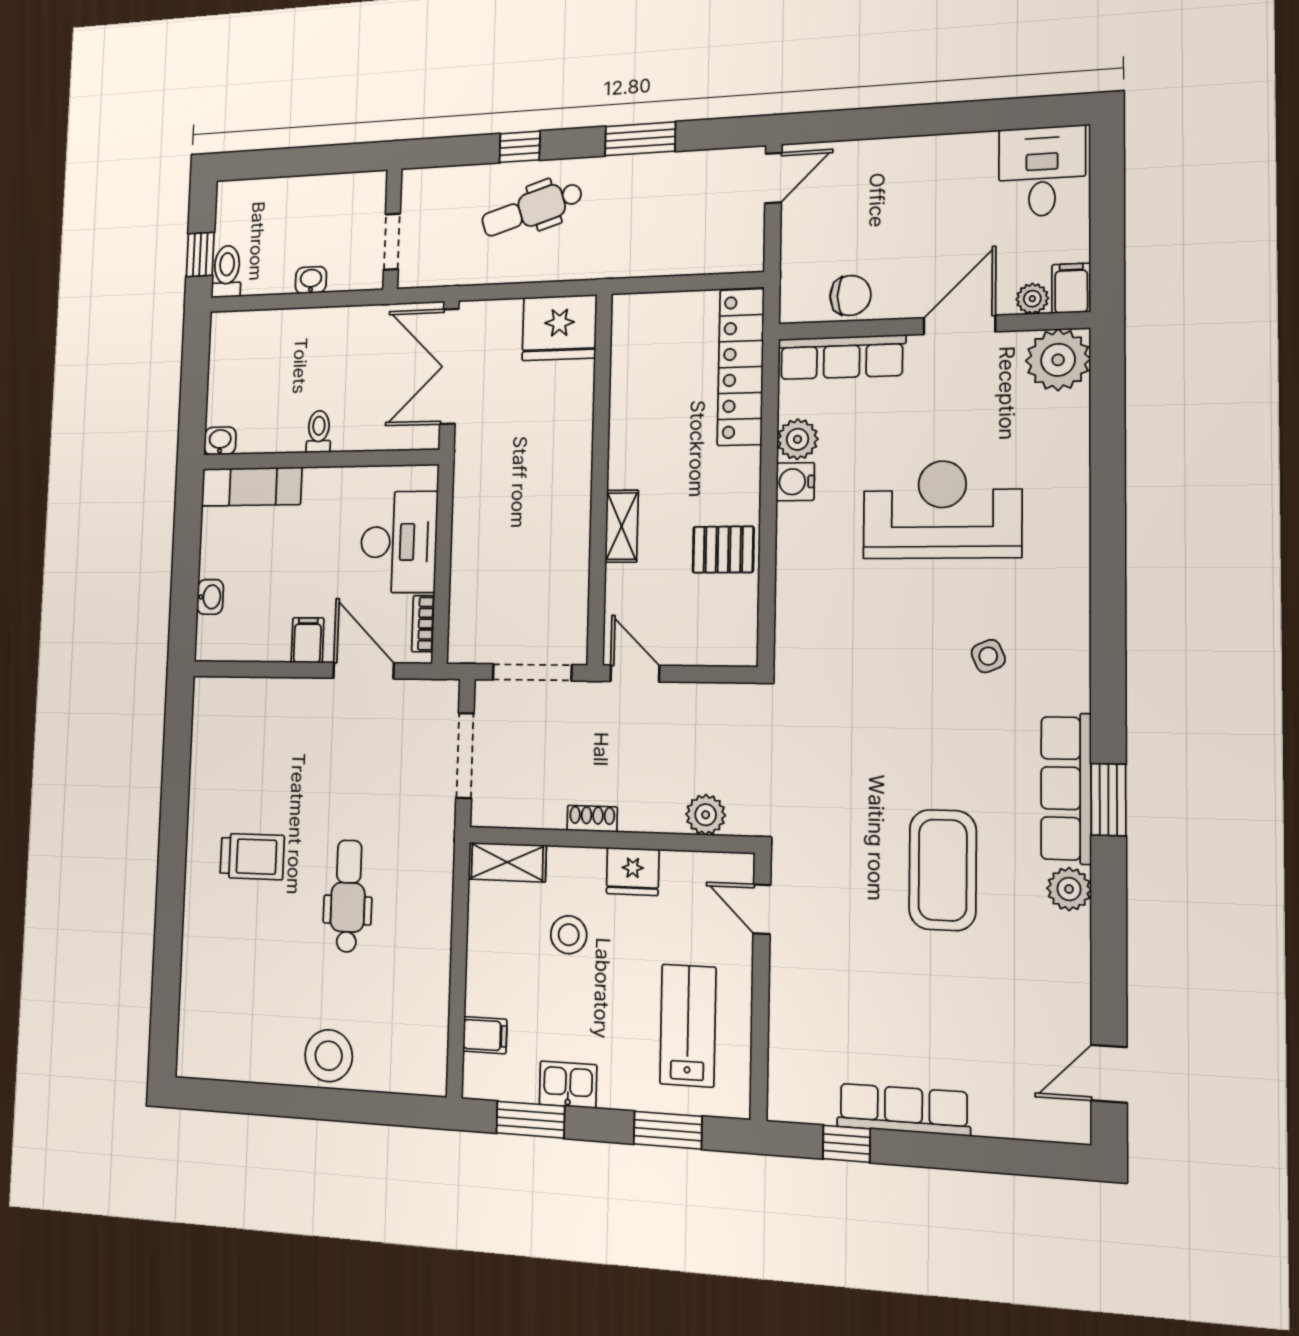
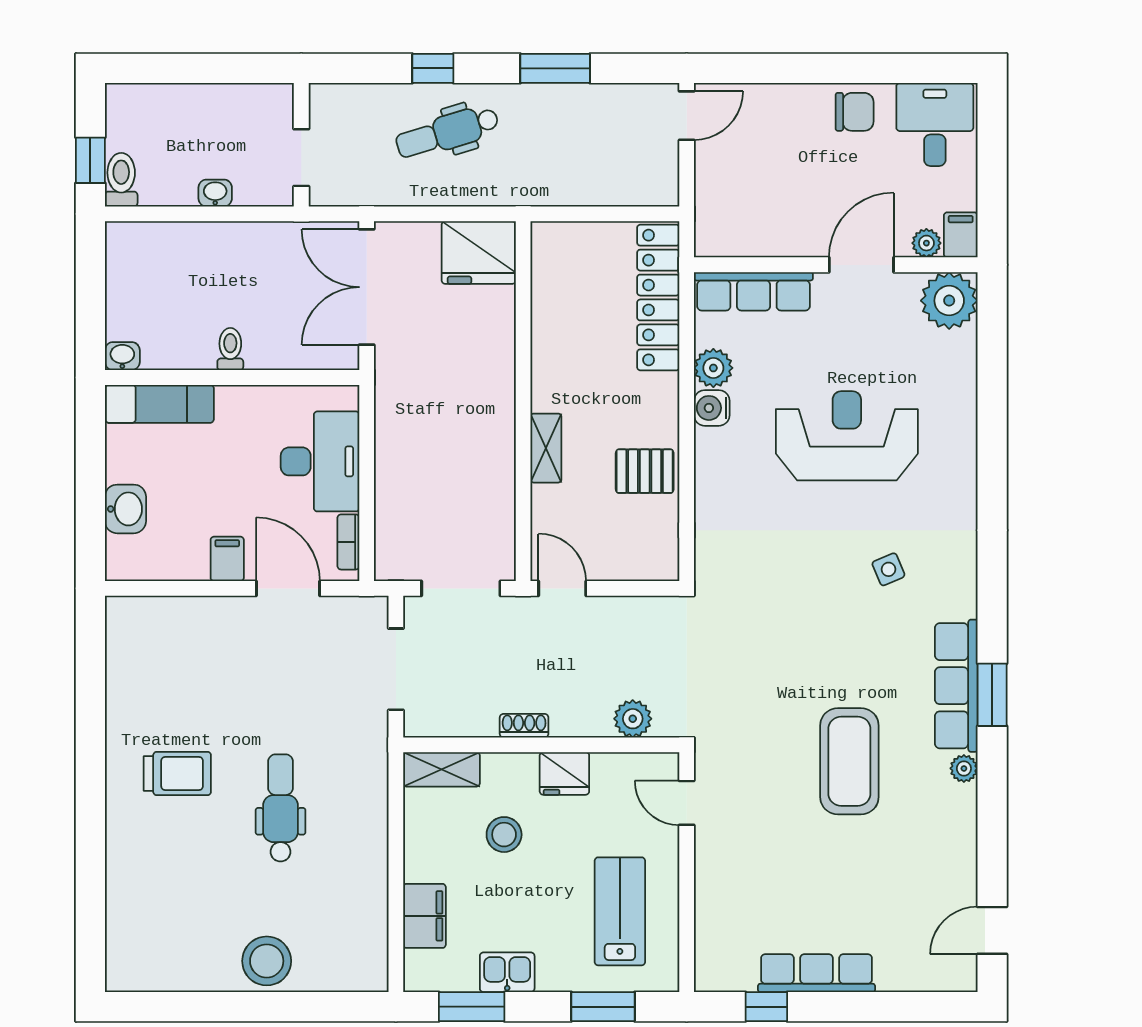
chair: (850, 295) -> (855, 112), moved
washbasin: (210, 597) -> (125, 509), width x1.38, depth x1.45
plant: (1069, 889) -> (964, 768), width x0.73, depth x0.73
filing cabinet: (485, 1035) -> (424, 916), width x2.00

